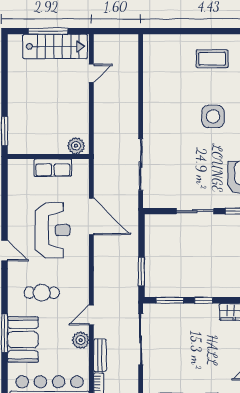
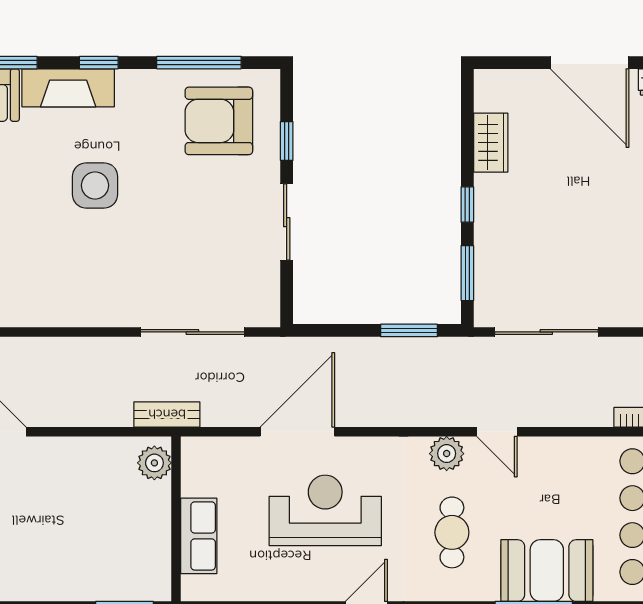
row of seats: (53, 168) -> (199, 536), moved
plant: (81, 340) -> (447, 454), moved
bench: (100, 355) -> (167, 414), moved

